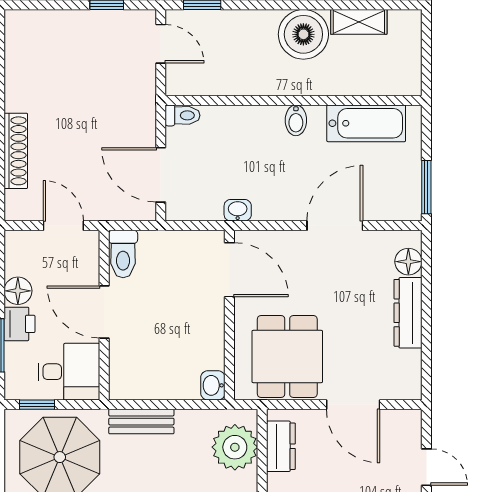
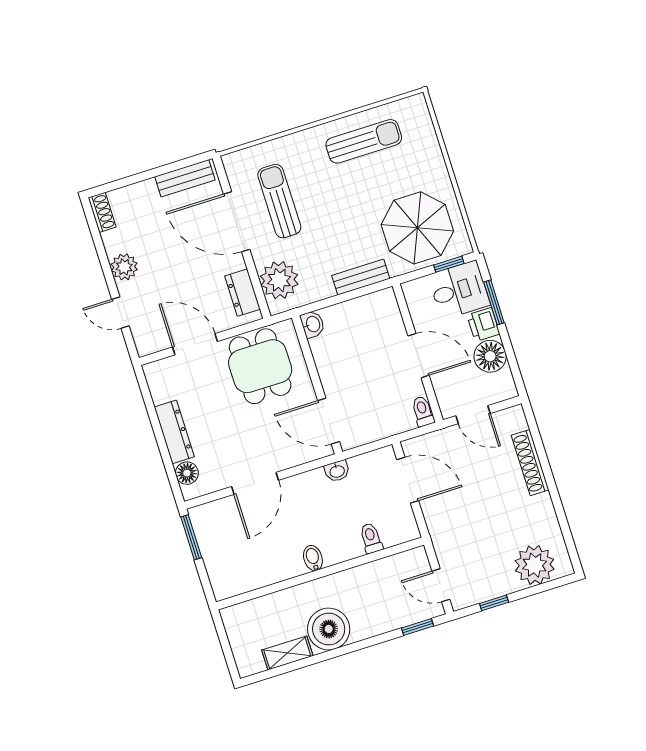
plant: (47, 33) -> (535, 565), added
toilet: (182, 115) -> (371, 538), moved, turned 90
bathtub: (366, 123) -> (256, 573), removed
toilet: (123, 254) -> (423, 411), width x0.73, depth x0.72
floor lamp: (18, 291) -> (490, 356), width x1.38, depth x1.38
desk: (69, 372) -> (459, 290), moved, turned 180

